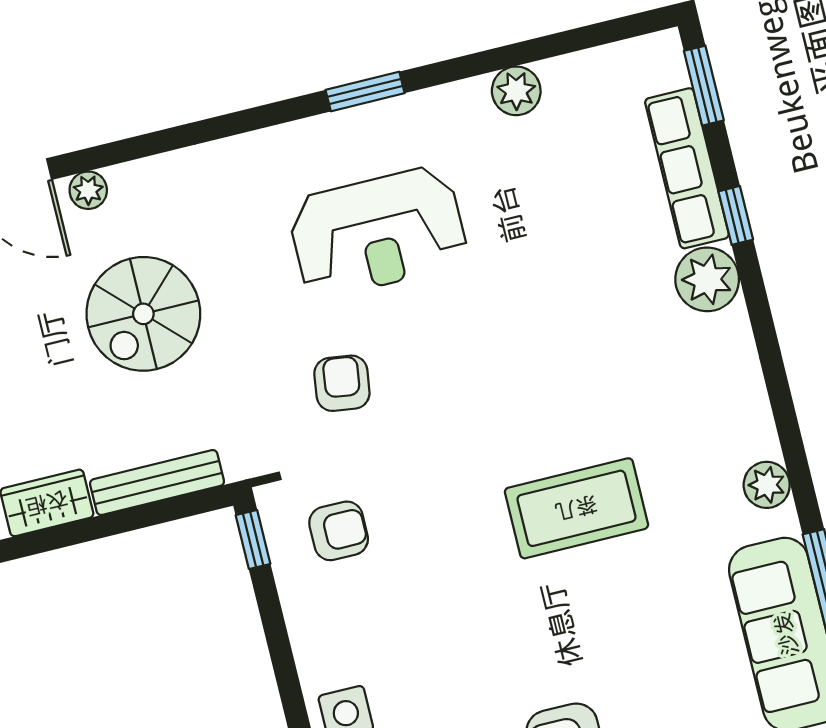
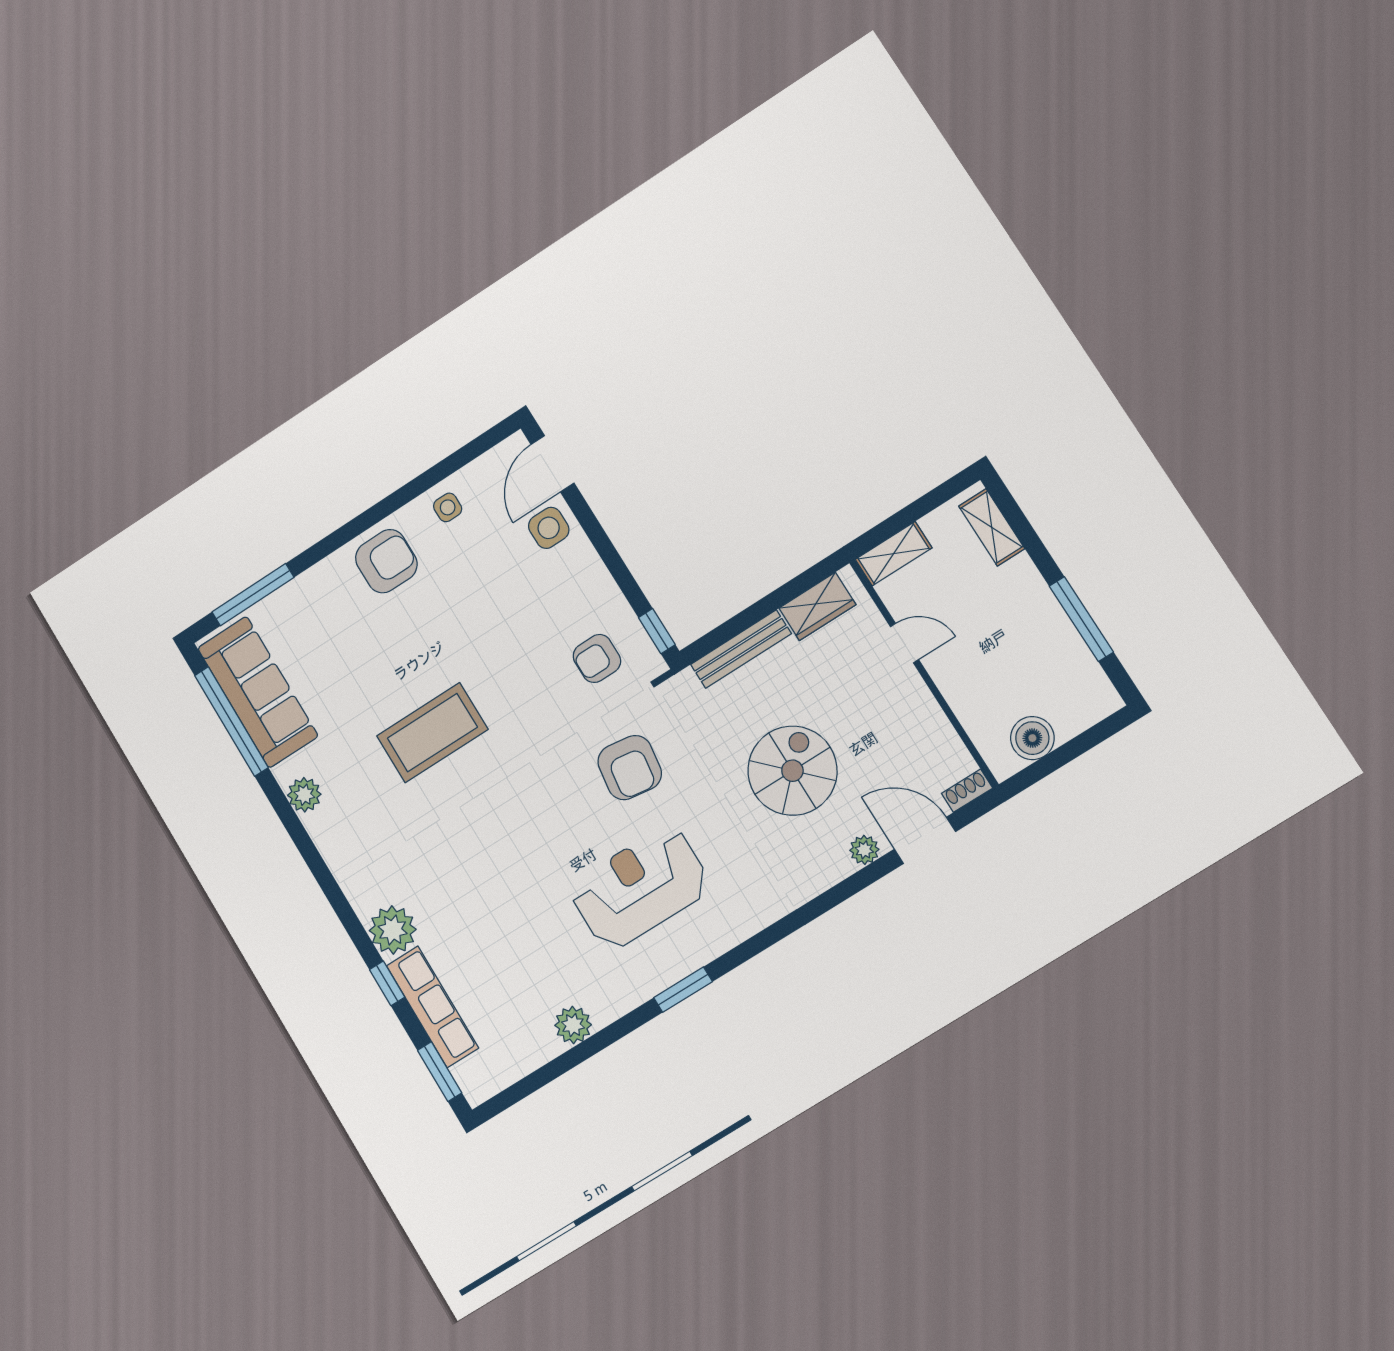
armchair: (342, 383) -> (630, 768), width x1.38, depth x1.38

